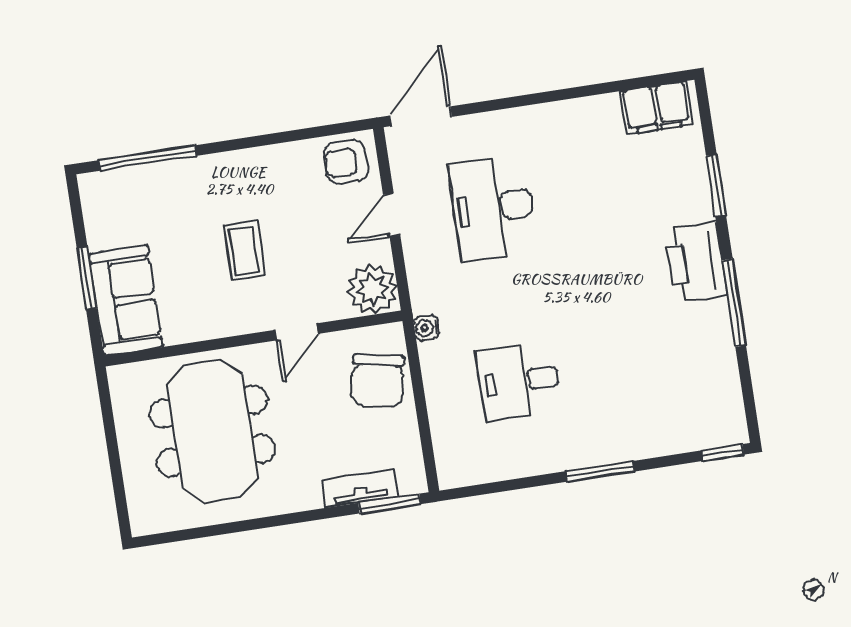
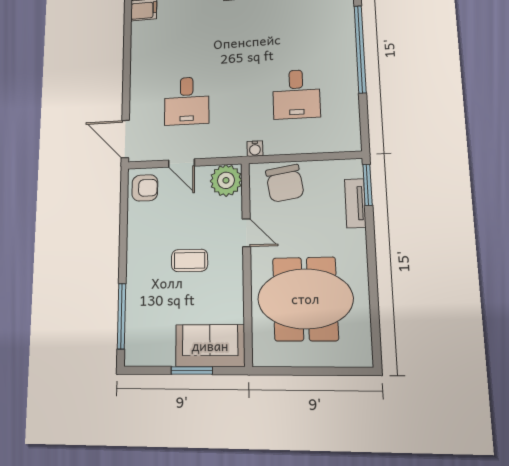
armchair: (346, 162) -> (145, 188), turned -90
desk: (492, 208) -> (187, 101), width x0.73
chair: (378, 381) -> (285, 183), turned 70
window: (600, 471) -> (360, 49), width x2.11

